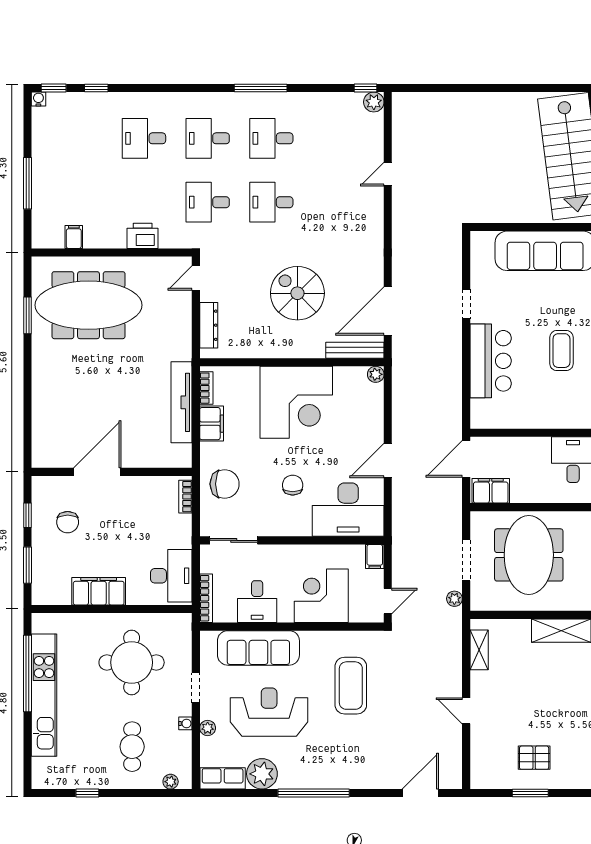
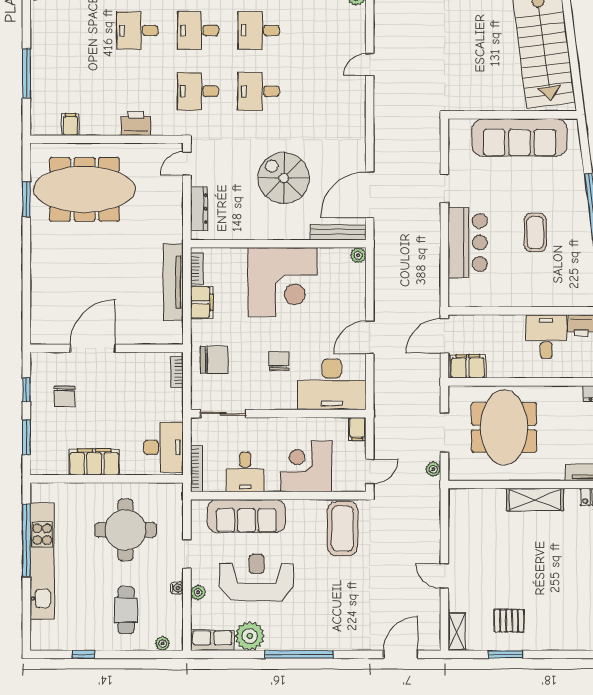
shelving: (479, 650) -> (457, 632), moved
coffee table: (351, 686) -> (343, 529), moved

